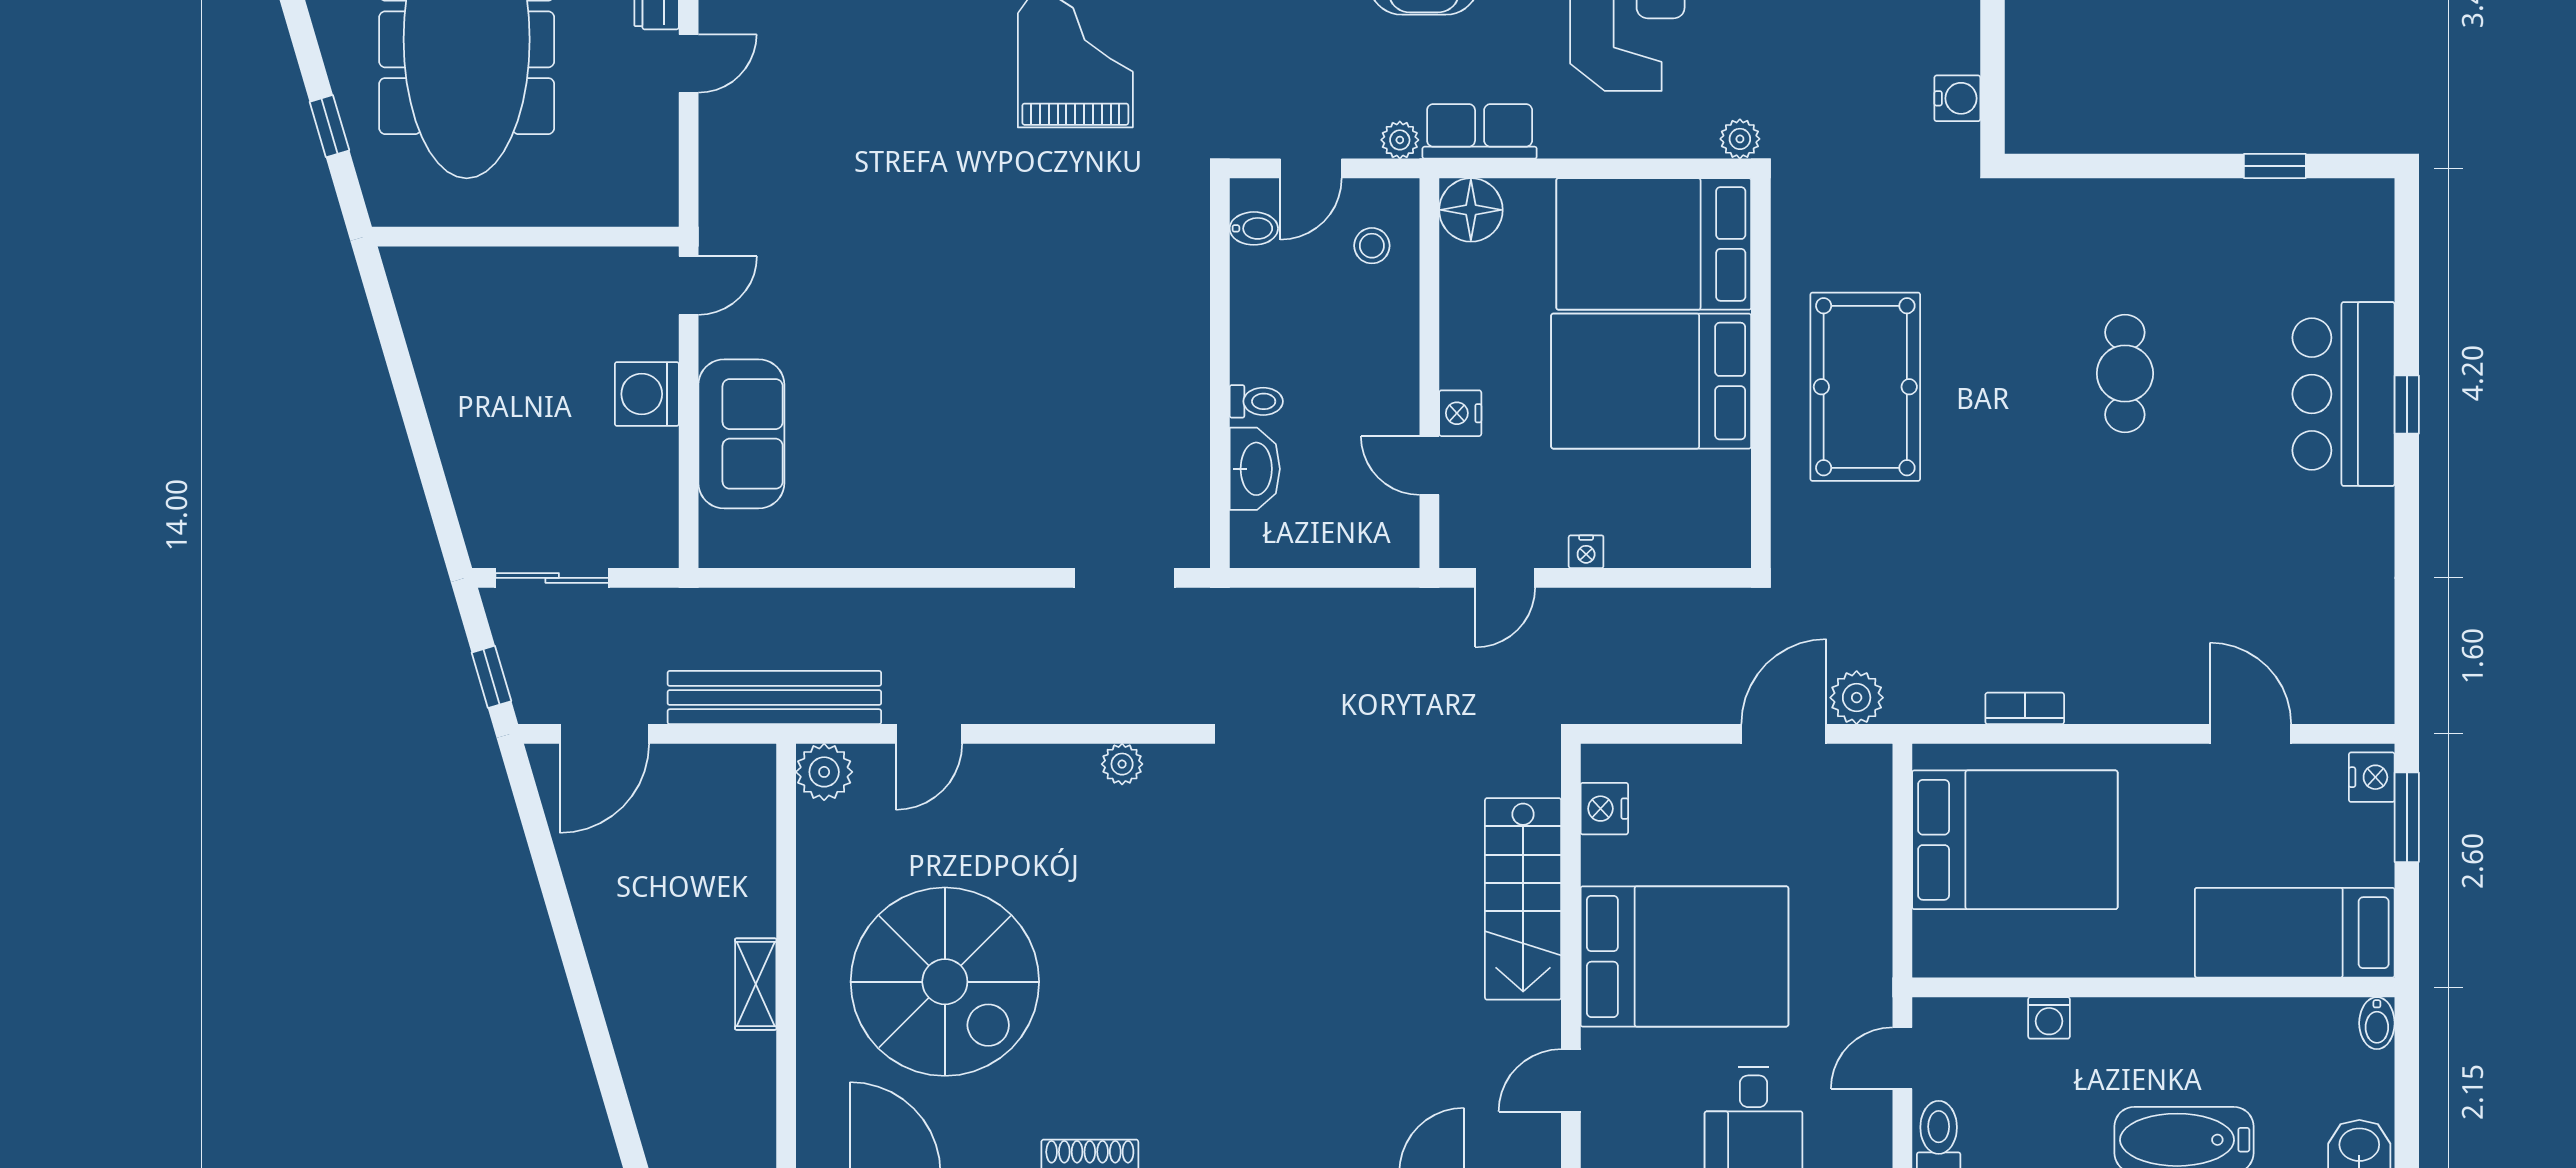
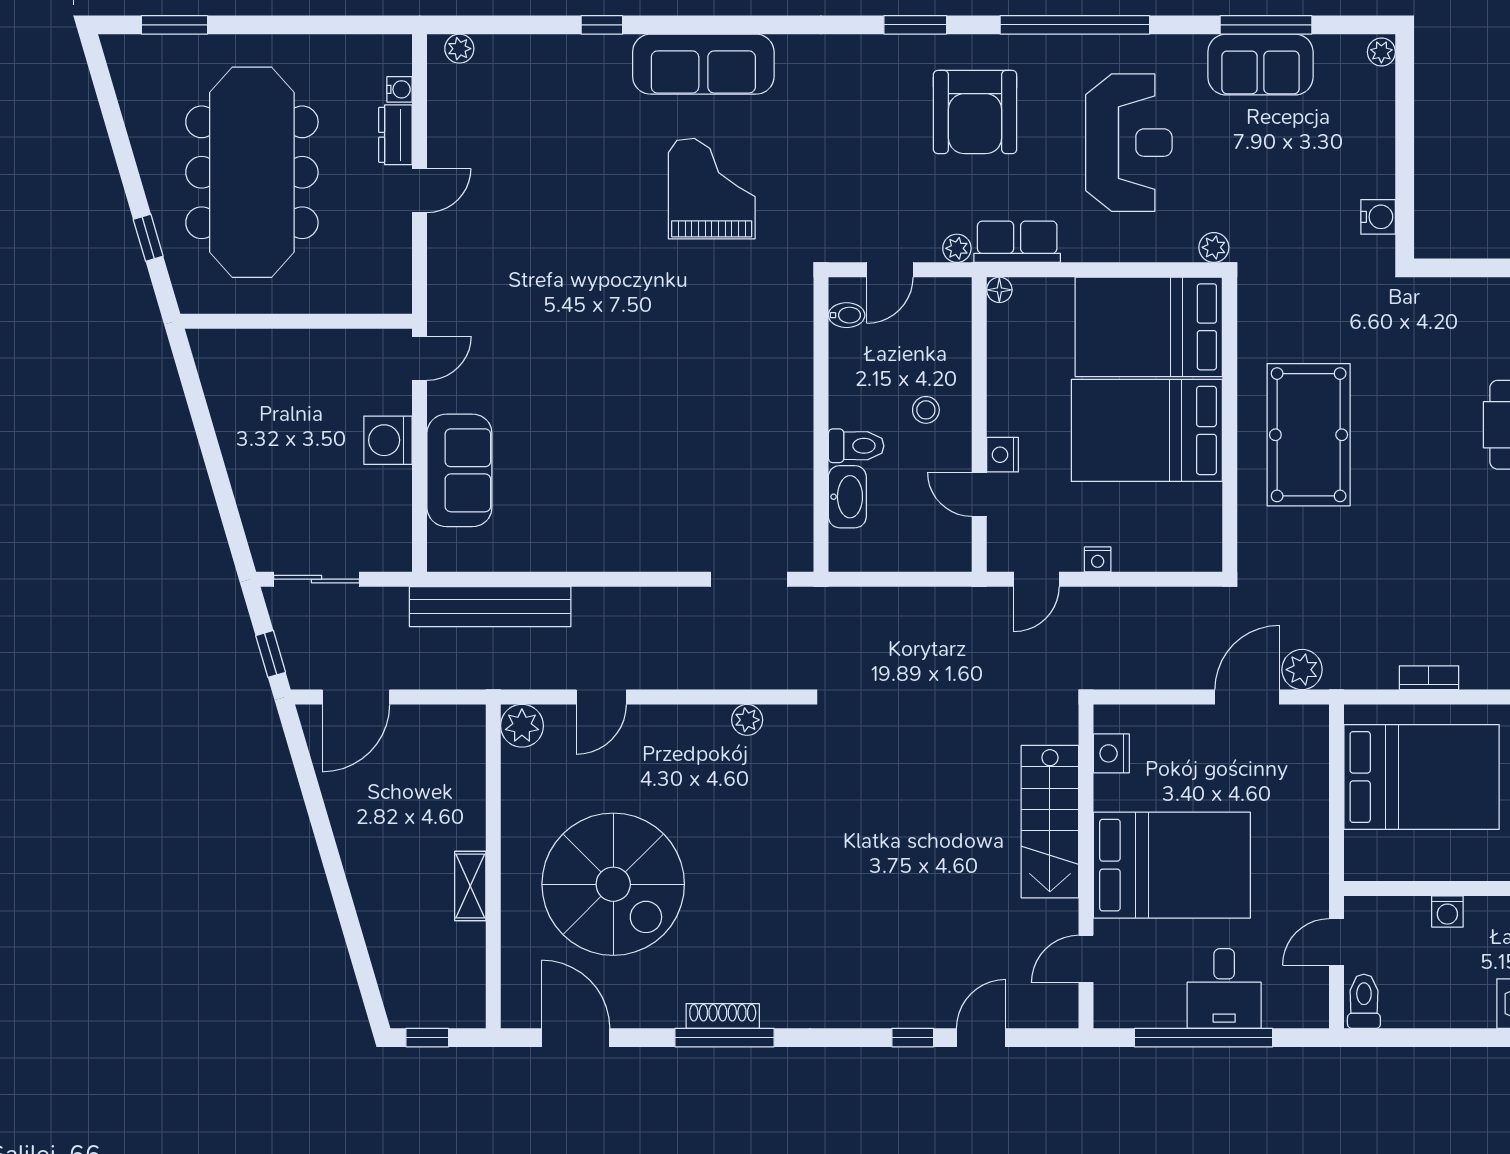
floor lamp: (1471, 210) -> (999, 290), width x0.53, depth x0.53
stool: (1372, 246) -> (926, 410), moved
toilet: (1256, 401) -> (856, 446), width x1.37, depth x1.39
bench: (774, 698) -> (490, 607), moved

